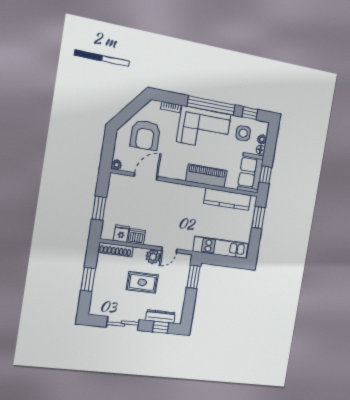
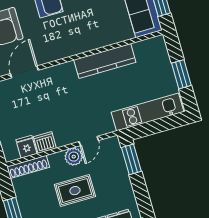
piano: (206, 176) -> (92, 39), removed
kitchen counter: (227, 199) -> (105, 61), moved
window: (258, 217) -> (181, 74), moved

